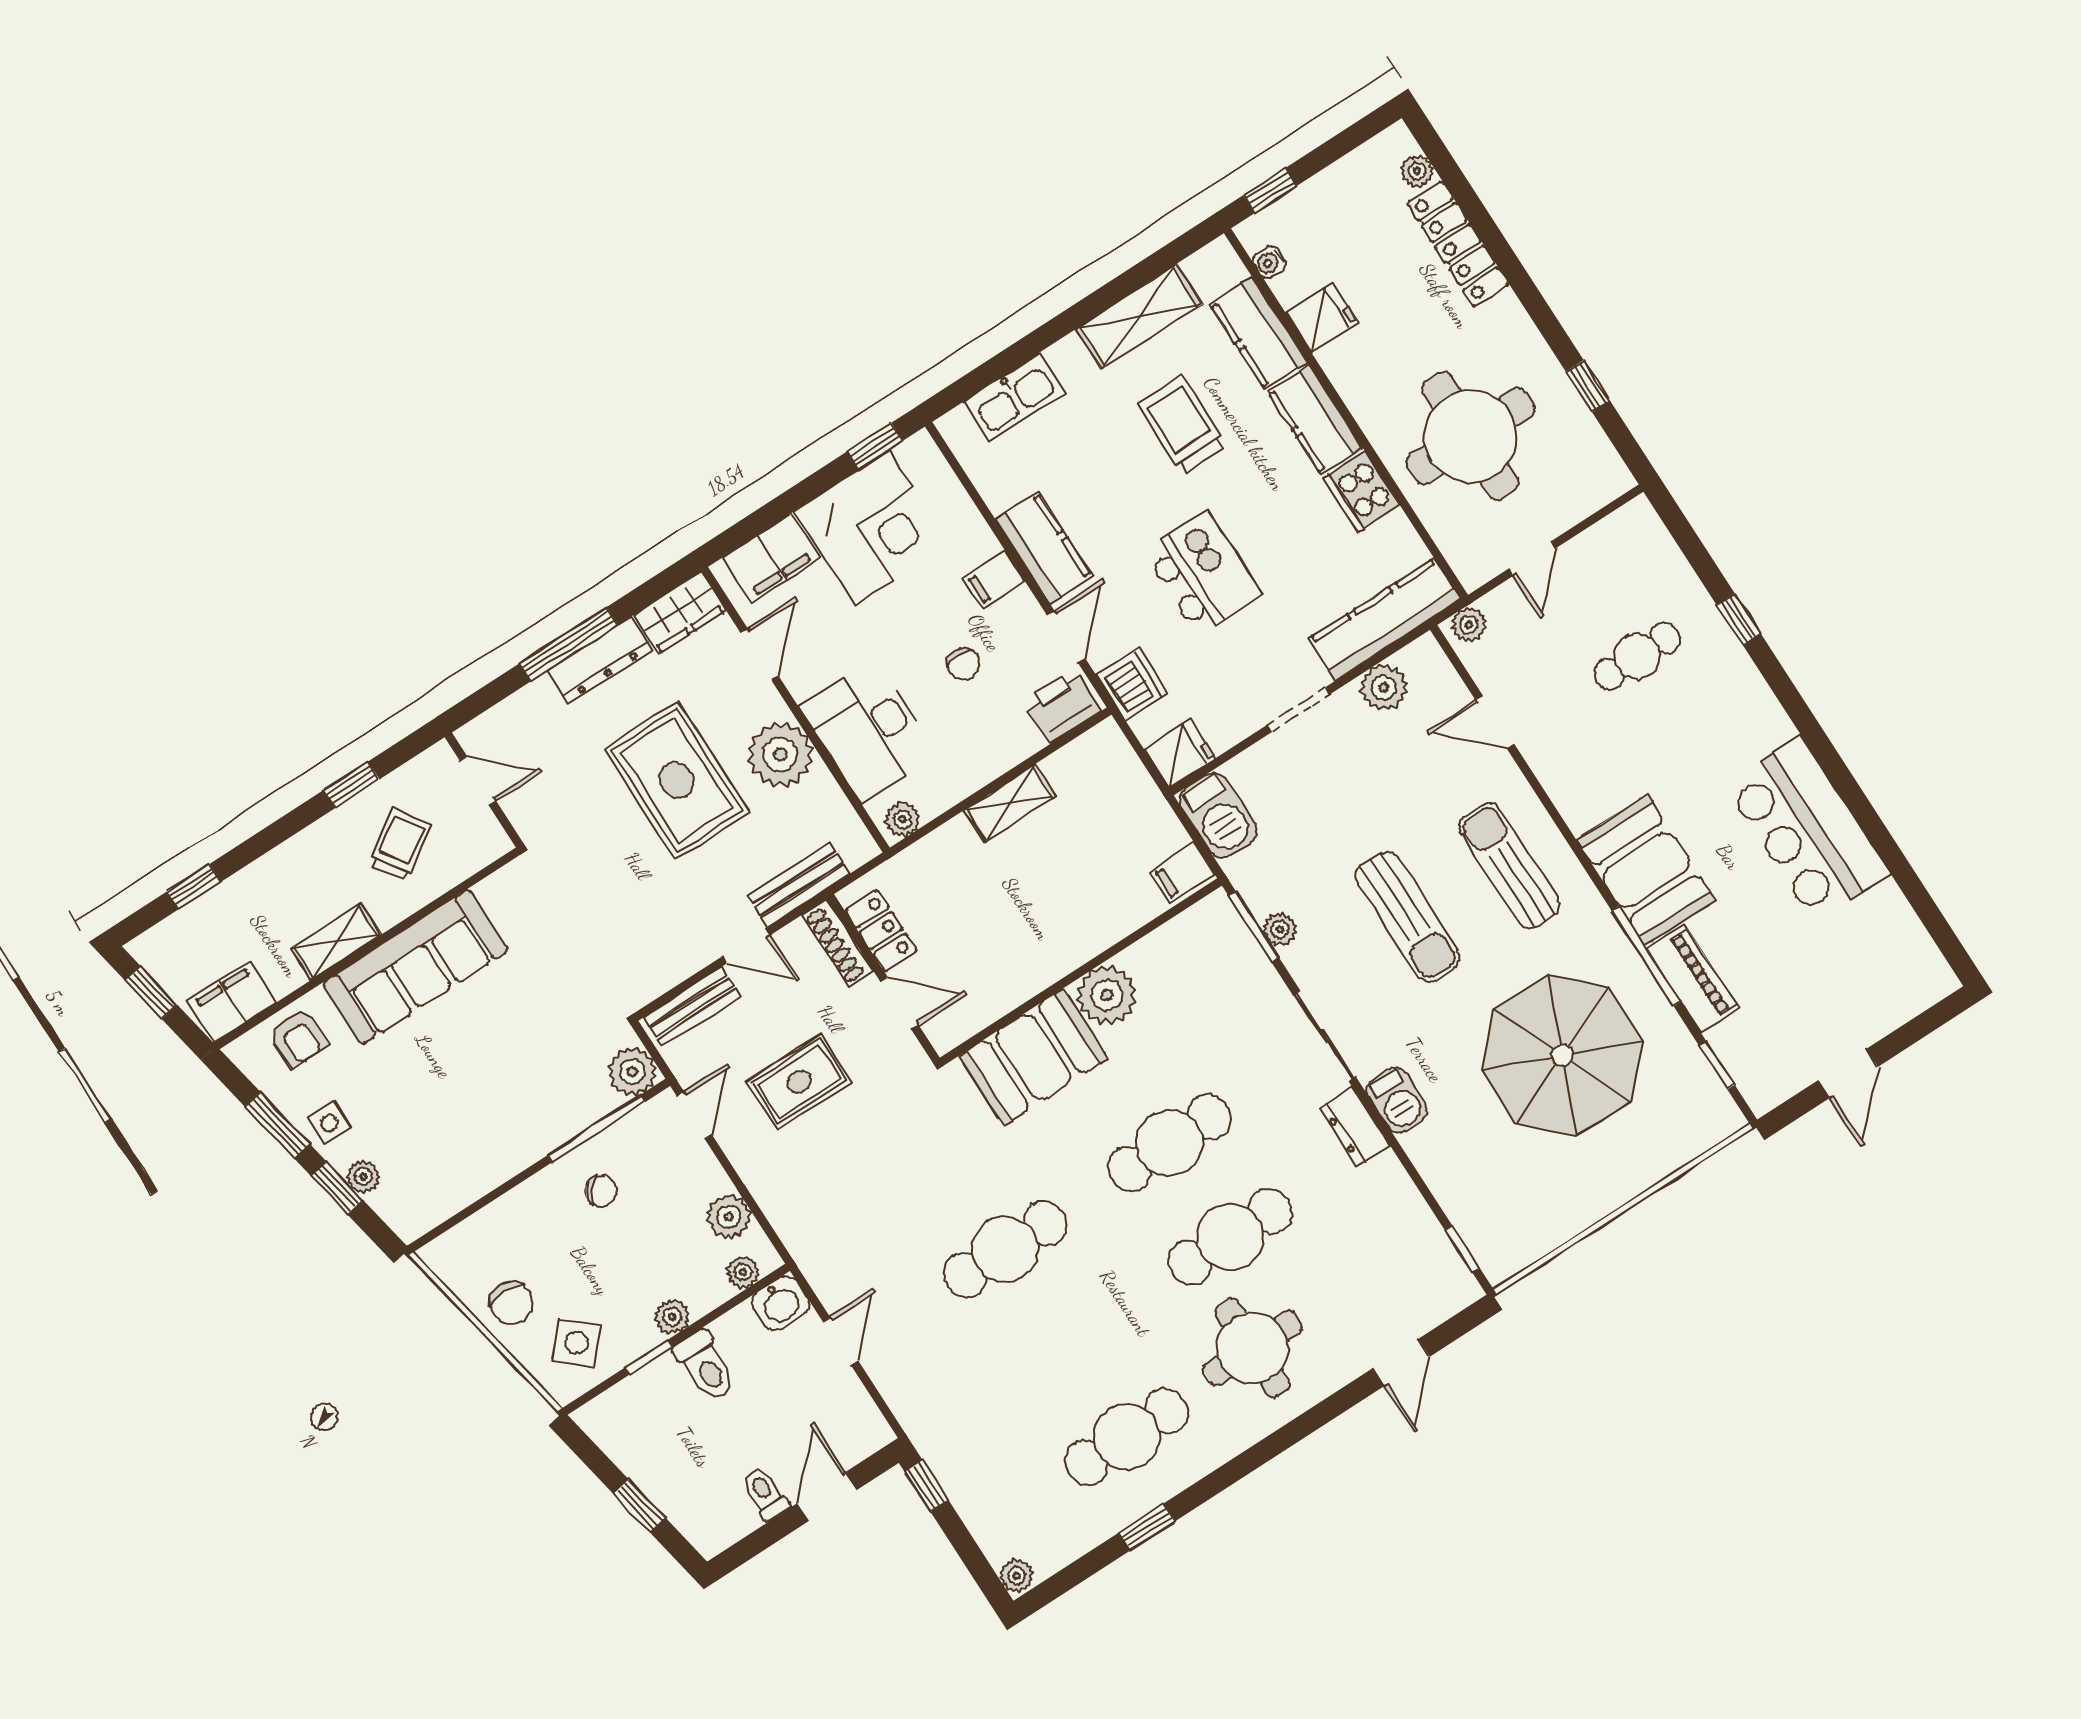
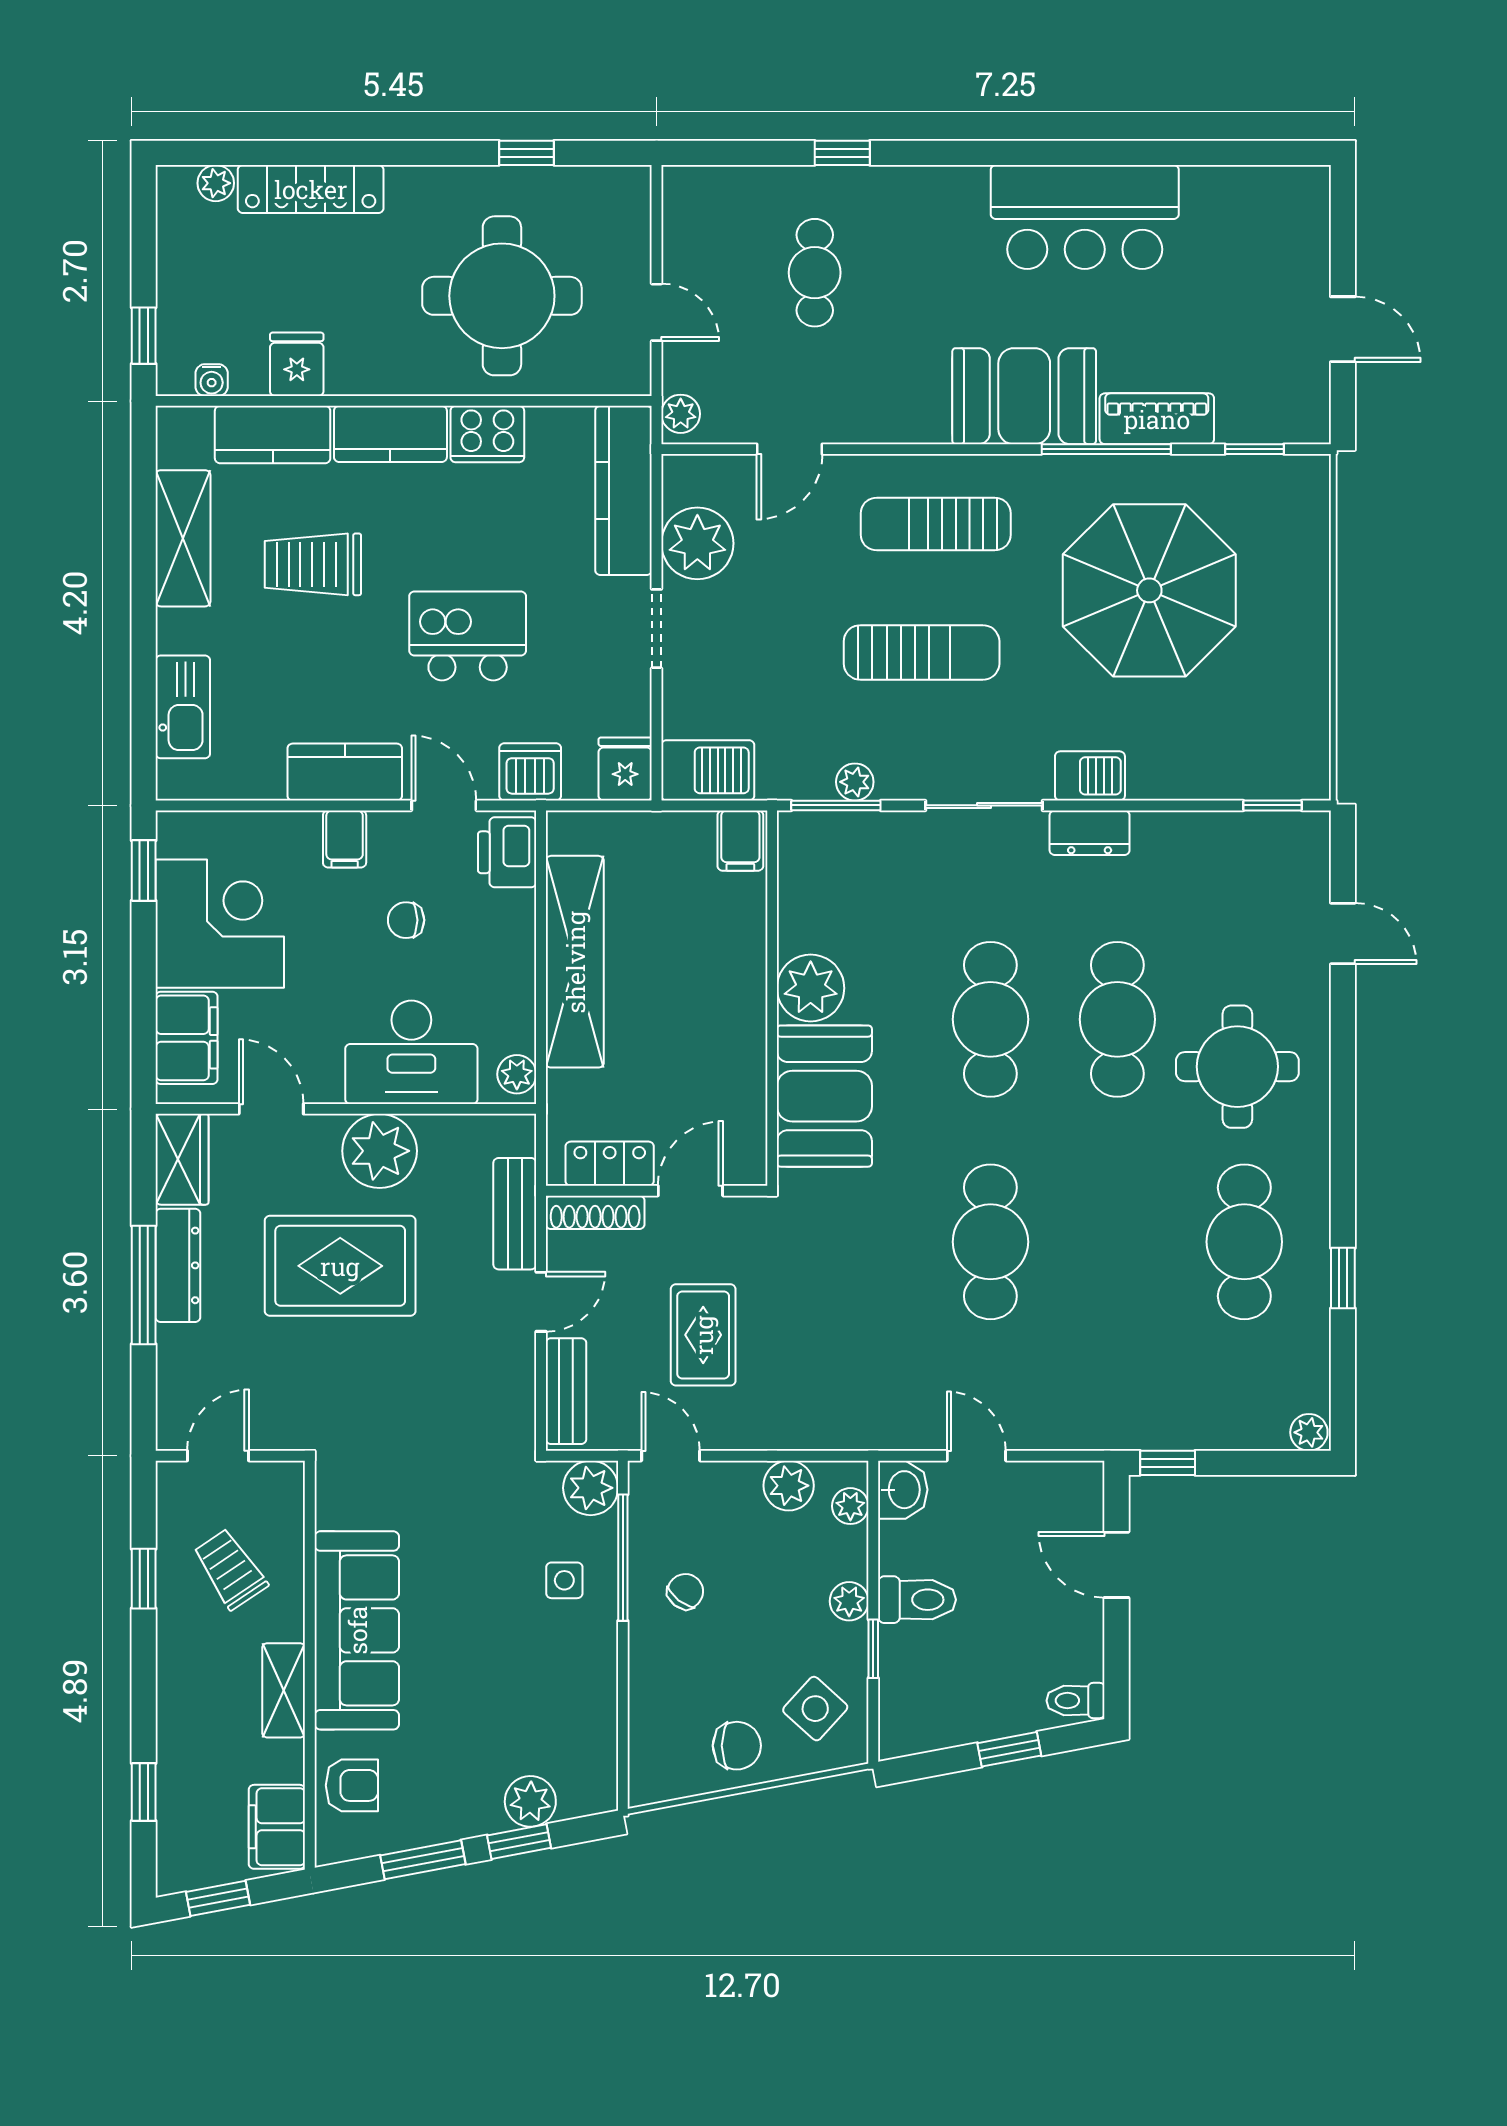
chair: (964, 664) -> (406, 920), turned 180
plant: (1384, 687) -> (697, 543), width x1.36, depth x1.36
shelving: (1010, 803) -> (575, 962), width x2.20, depth x1.33
side table: (329, 1123) -> (564, 1580), moved
plant: (363, 1177) -> (530, 1801), width x1.38, depth x1.38
toilet: (765, 1494) -> (1075, 1701), moved

